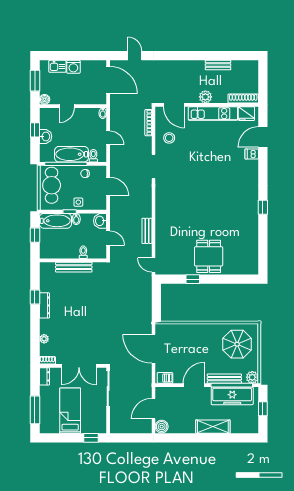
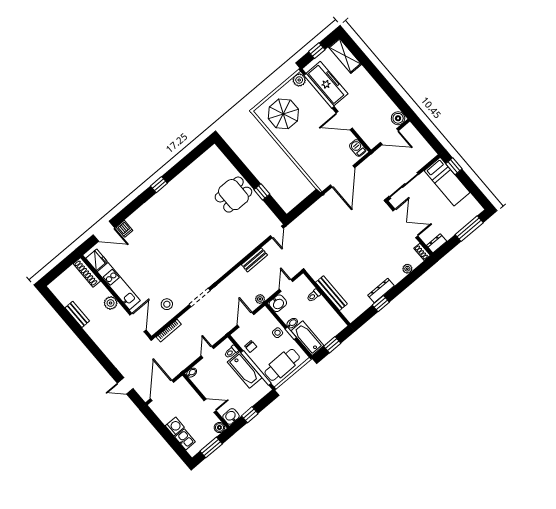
door: (135, 56) -> (125, 386), hinge flipped
washbasin: (46, 136) -> (231, 416), moved
plant: (114, 210) -> (260, 299), added
bench: (224, 379) -> (319, 101), removed
bed: (70, 411) -> (447, 182), moved, turned -90
shelving: (213, 427) -> (345, 56), moved

